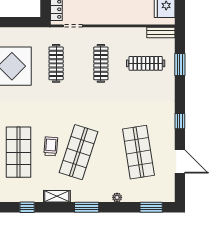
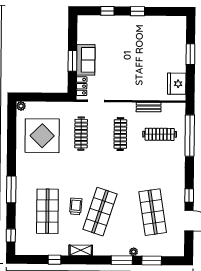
bench: (161, 33) -> (149, 107), moved
window: (180, 65) -> (190, 136), width x2.11
window: (180, 121) -> (189, 195), moved
window: (87, 207) -> (122, 260), moved
window: (151, 207) -> (152, 260), moved

